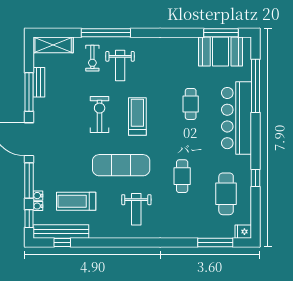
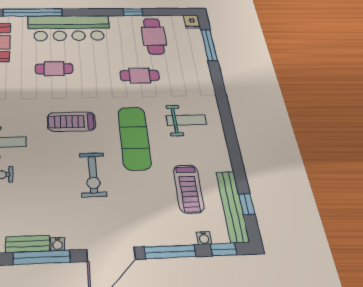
exercise bike: (100, 115) -> (93, 175), moved, turned -90
cafe table: (226, 194) -> (154, 36), turned 90
water cooler: (38, 196) -> (58, 244), moved

